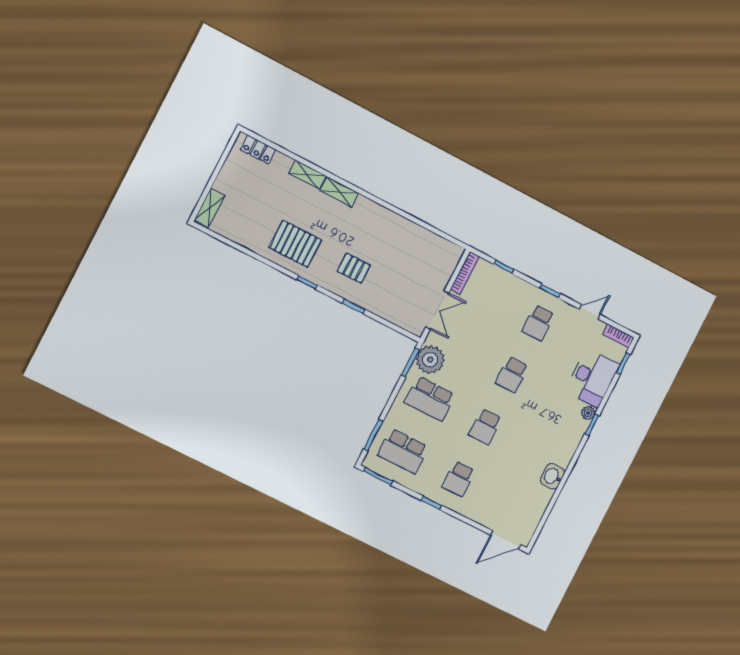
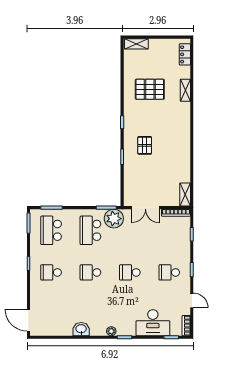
shelving: (339, 192) -> (185, 195), moved
pallet: (295, 244) -> (150, 89), moved, turned 90
plant: (588, 413) -> (111, 331), moved

